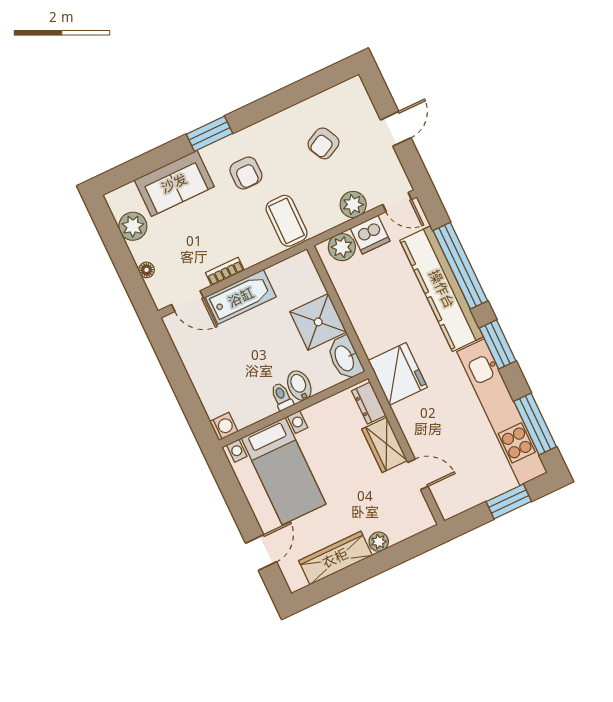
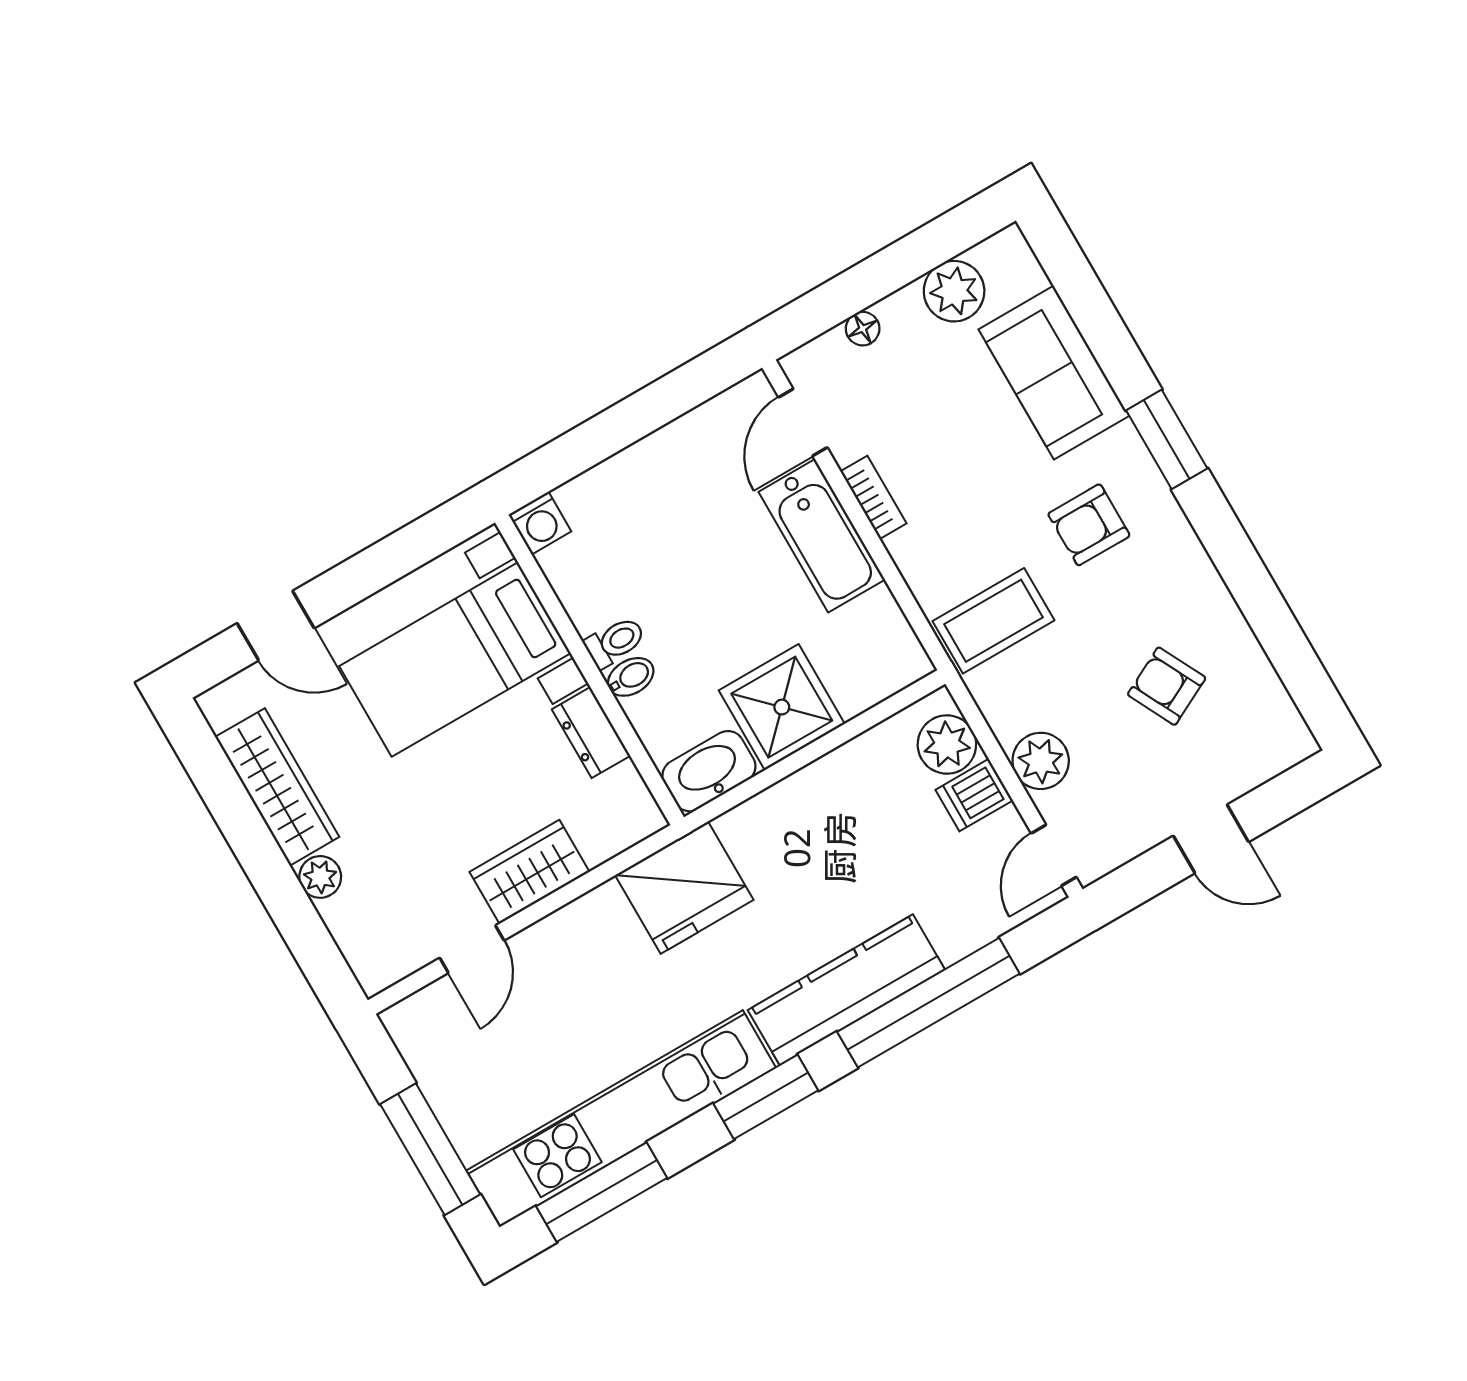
dishwasher: (370, 235) -> (974, 795), width x0.73
kitchen counter: (442, 289) -> (846, 990), width x0.72, depth x0.86
bidet: (299, 386) -> (631, 677), width x0.72, depth x0.74
dresser: (369, 403) -> (591, 733), moved, turned -90
window: (509, 501) -> (430, 1149), width x1.44

